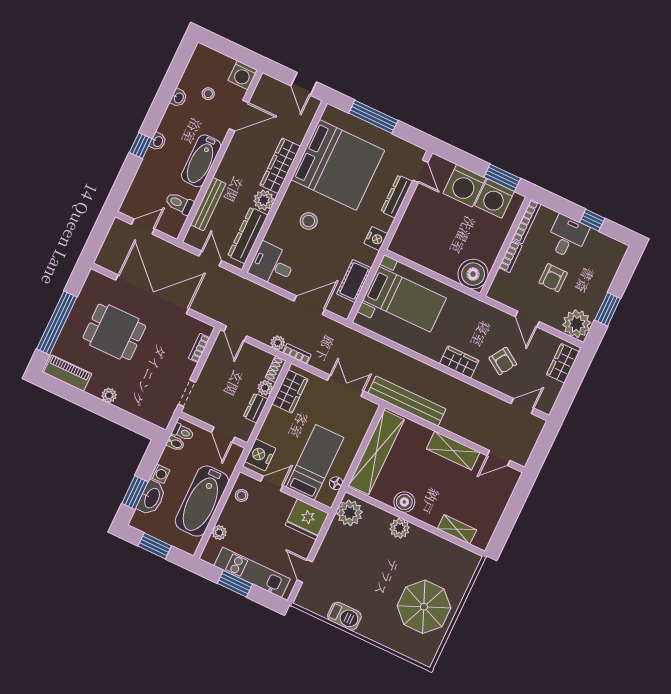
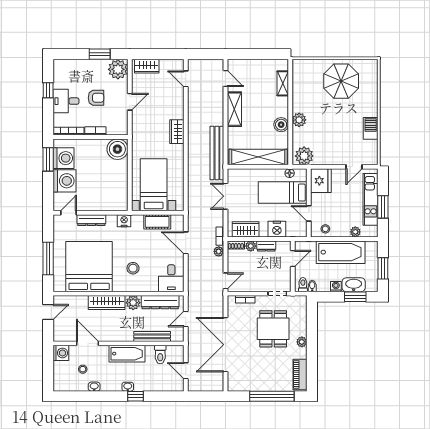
dining table: (114, 332) -> (273, 329), moved
armchair: (503, 361) -> (163, 105), removed
nightstand: (260, 455) -> (277, 229), moved

